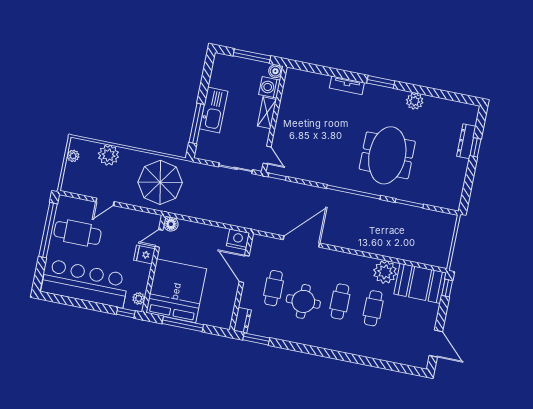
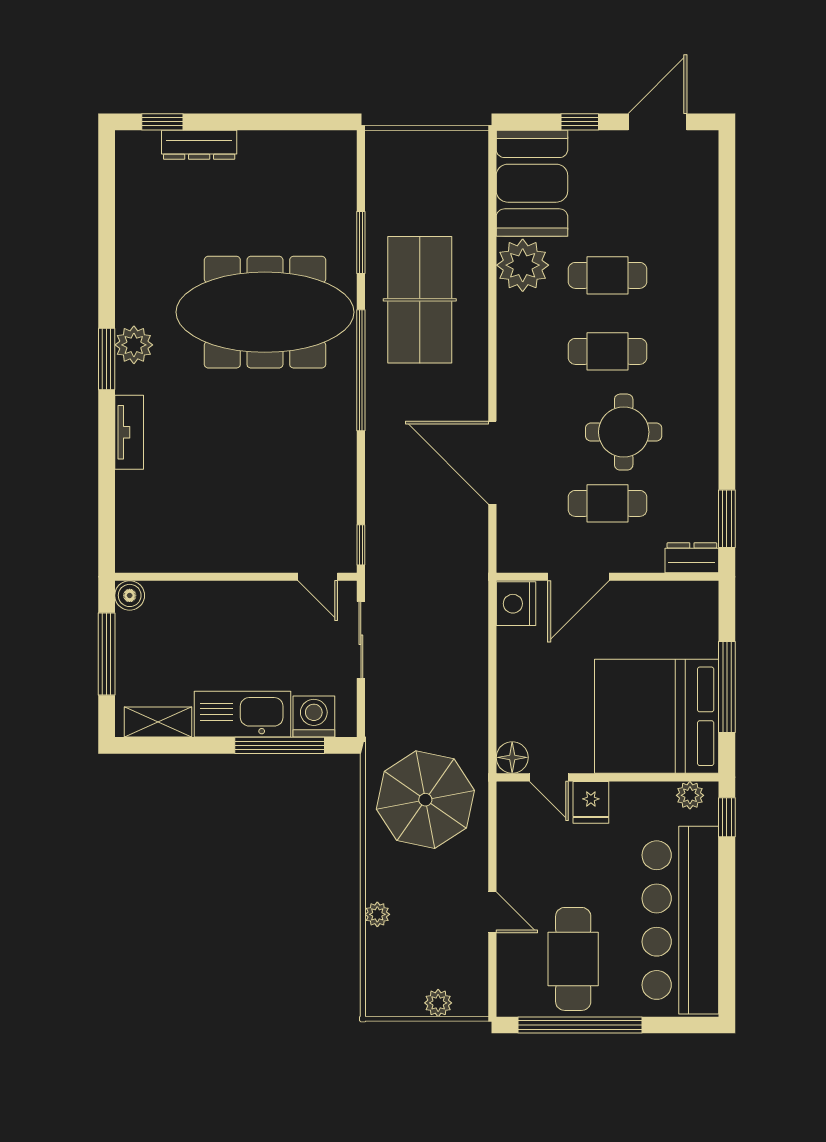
washing machine: (269, 87) -> (314, 717), moved, turned 180
plant: (415, 101) -> (134, 345), moved
shelving: (267, 113) -> (158, 722), moved
window: (475, 147) -> (162, 122), moved
plant: (108, 155) -> (377, 914), width x0.53, depth x0.53
door: (267, 155) -> (318, 577), swing flipped
meeting table: (387, 155) -> (265, 312), width x1.36
plant: (73, 156) -> (438, 1003), moved
table tennis table: (379, 224) -> (420, 300), added
window: (447, 288) -> (580, 122), moved

